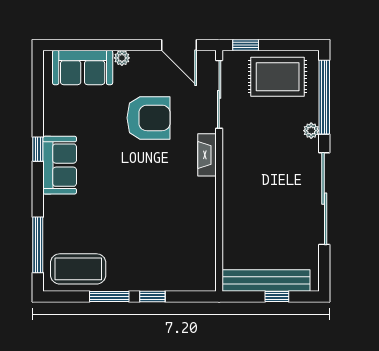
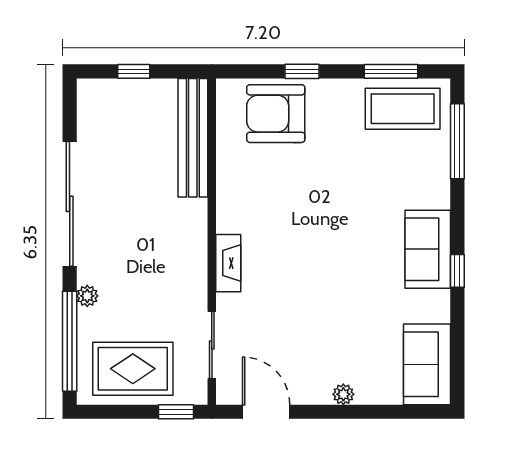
sofa: (83, 67) -> (427, 364), moved, turned -90
sliding door: (219, 94) -> (212, 345), width x0.73
armchair: (148, 118) -> (276, 114), moved
bench: (266, 281) -> (193, 138), moved, turned 90
window: (109, 297) -> (391, 71), moved

